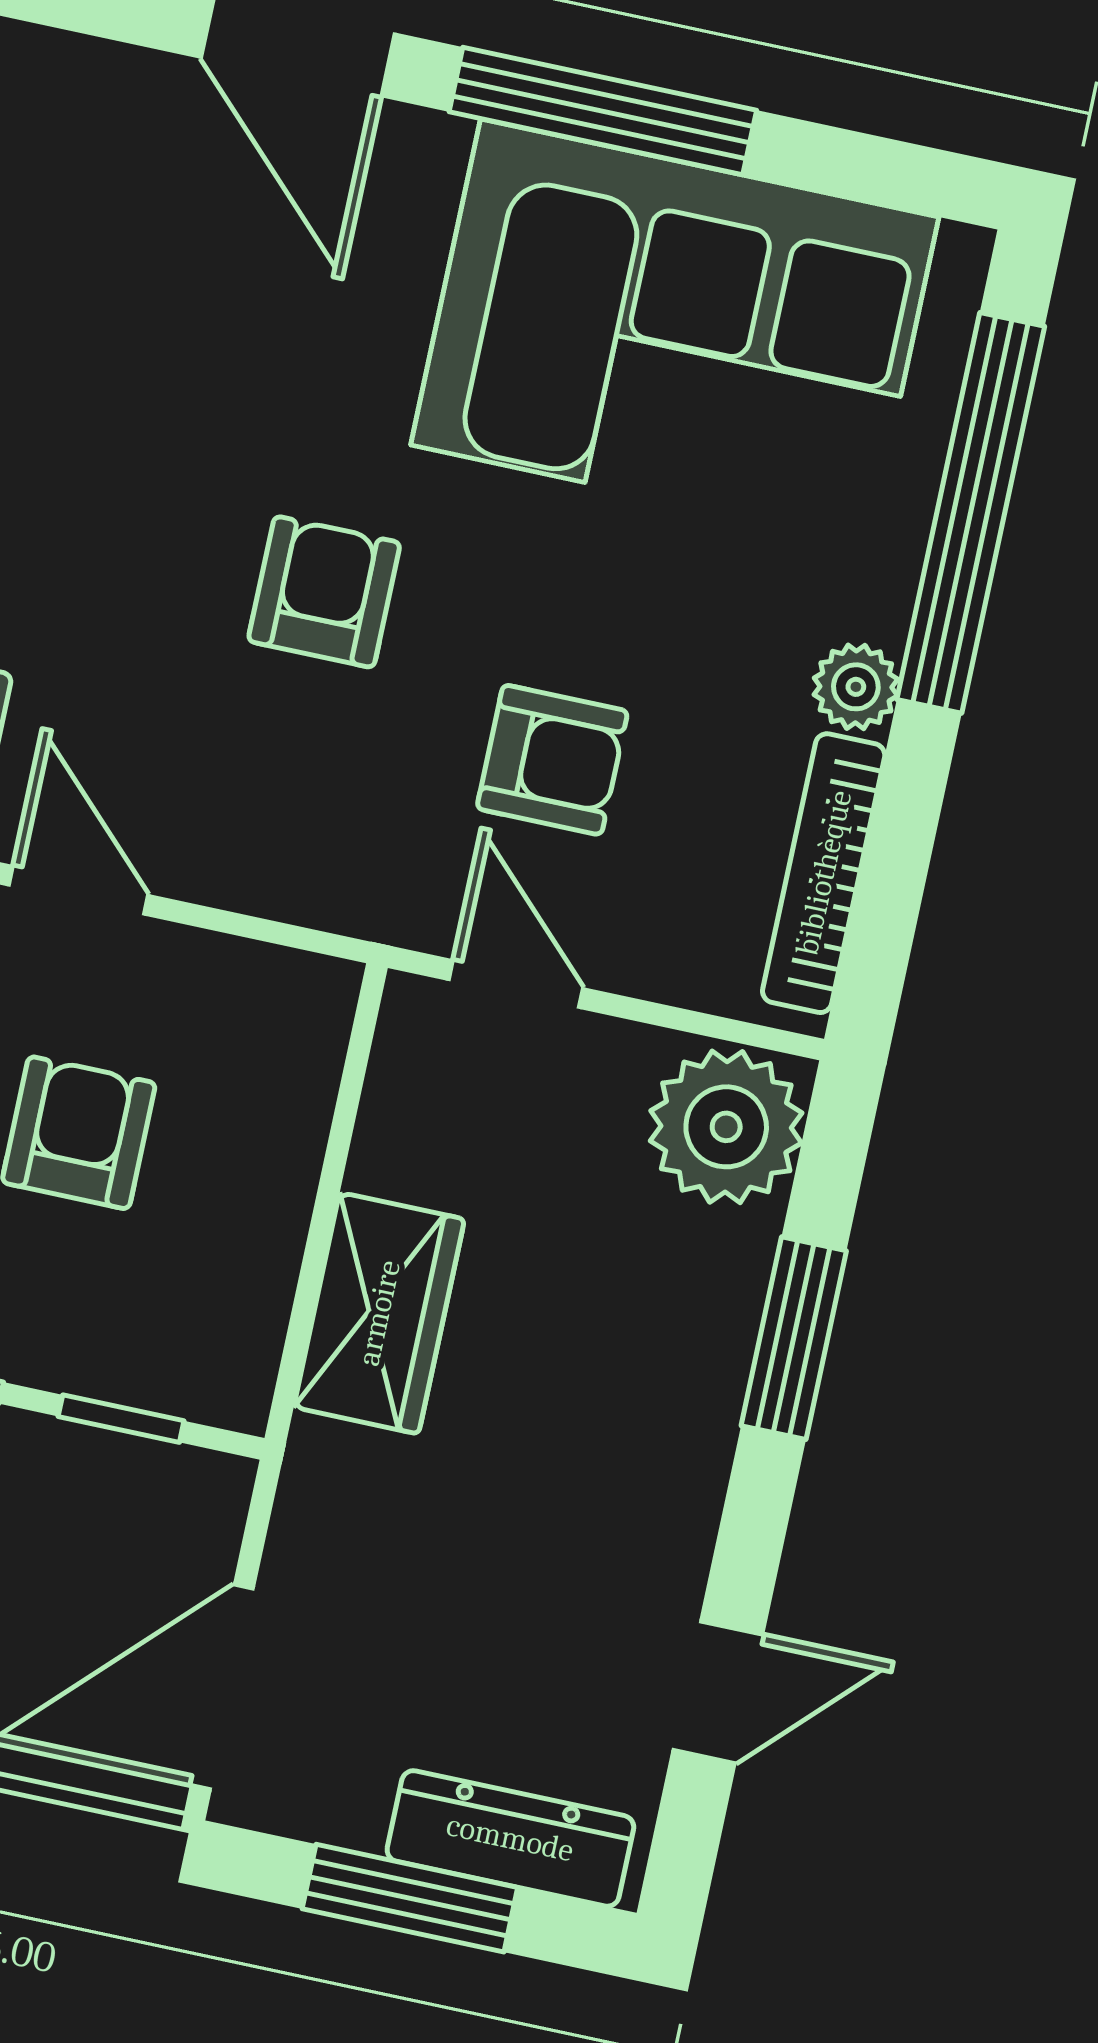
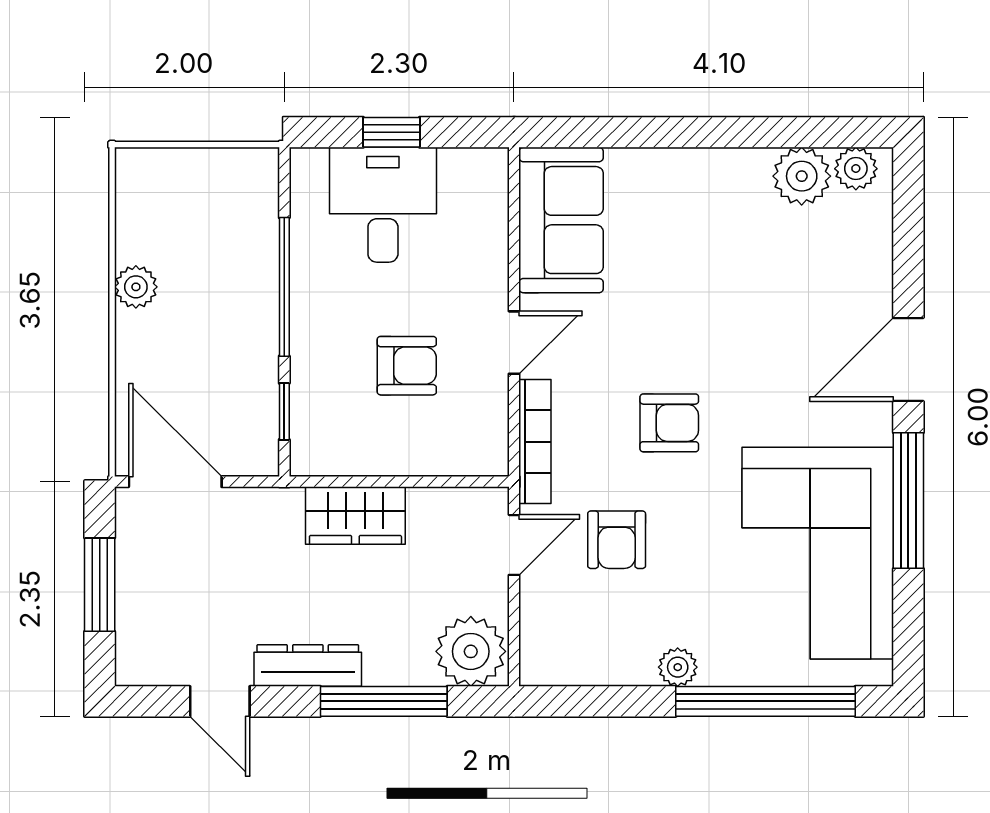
bookcase: (824, 873) -> (535, 442), moved, turned 90
window: (794, 1338) -> (384, 701), width x1.44
dresser: (510, 1838) -> (308, 665), moved, turned -90

